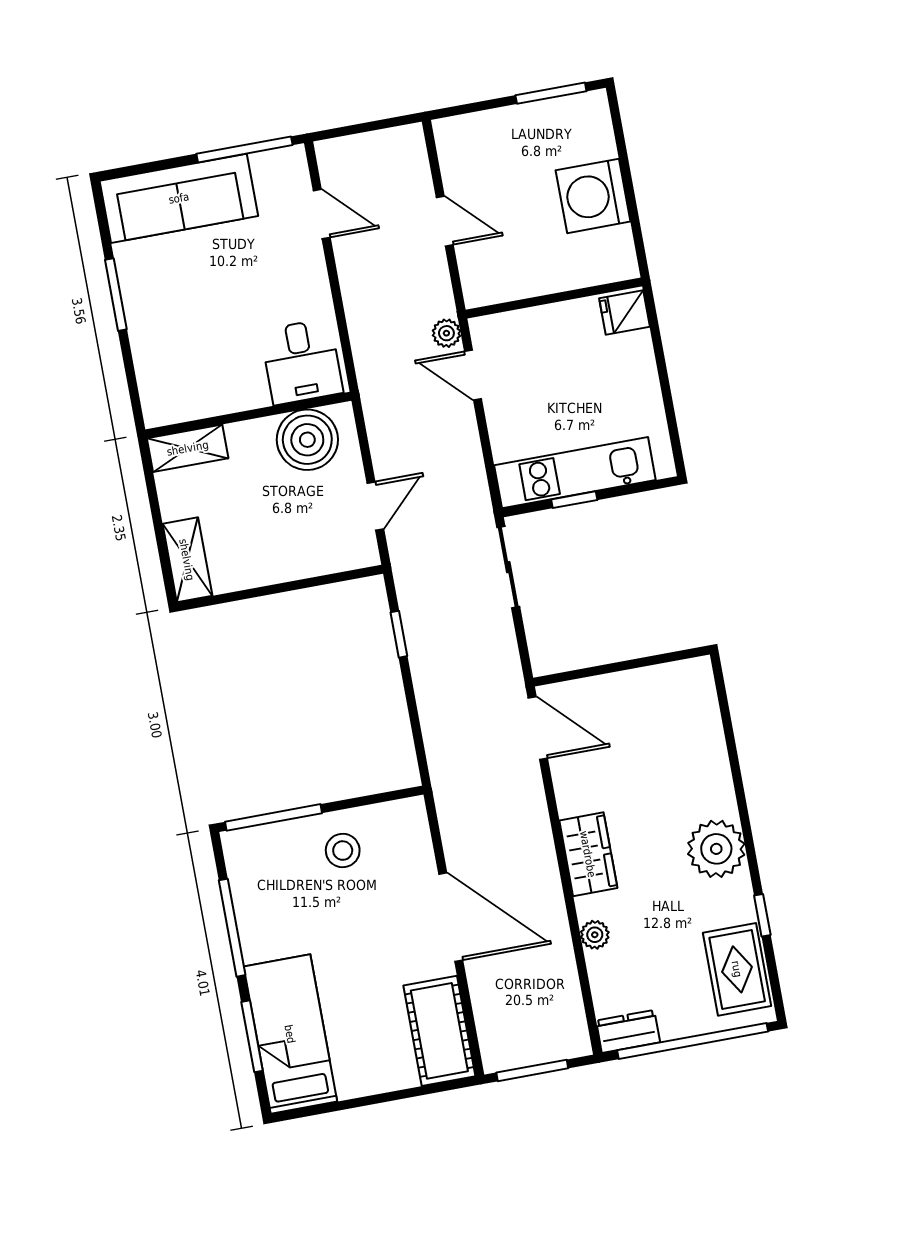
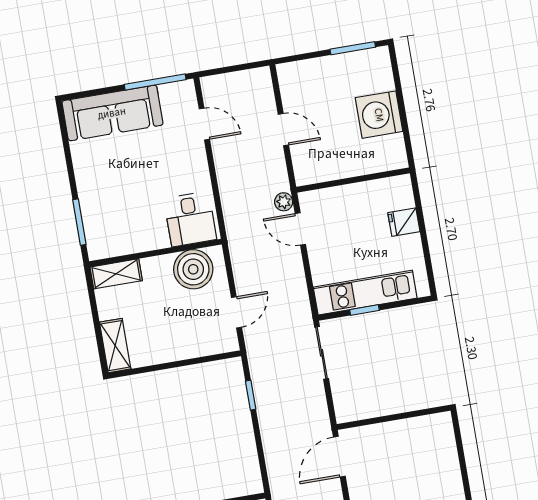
window: (116, 295) -> (79, 222), moved
fridge: (625, 313) -> (404, 222), moved
door: (538, 728) -> (339, 457), swing flipped

